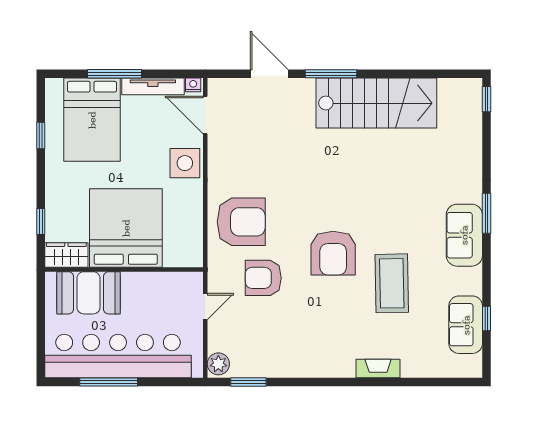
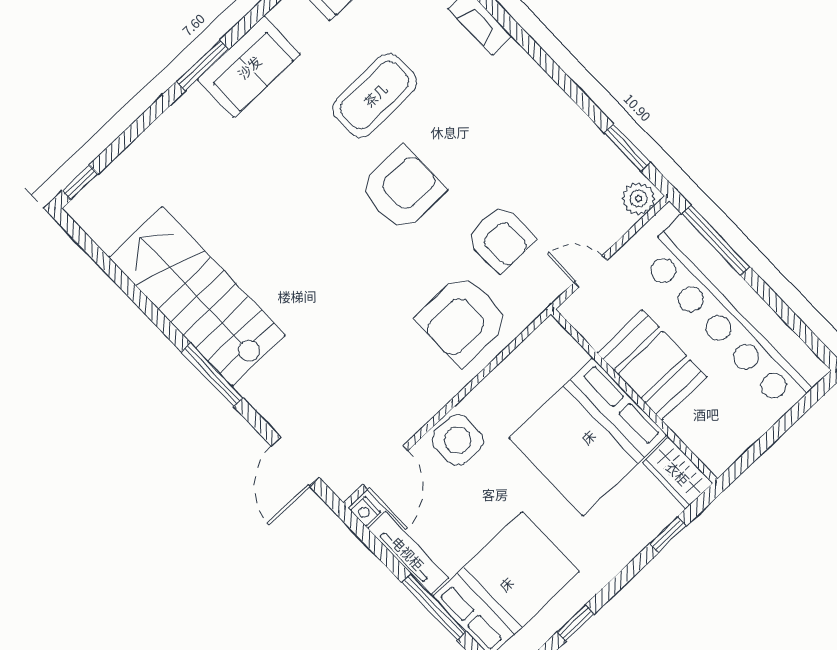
door: (269, 74) -> (295, 462), moved
armchair: (241, 222) -> (463, 320), turned -90
booth: (88, 293) -> (652, 365), moved
window: (109, 382) -> (716, 240), moved

